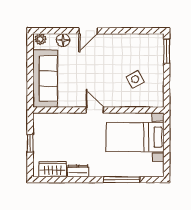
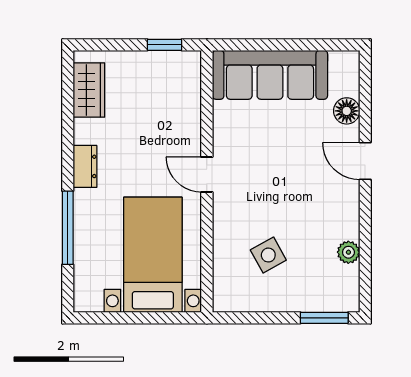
plant: (40, 39) -> (348, 252), moved
door: (95, 110) -> (207, 174), swing flipped
window: (30, 143) -> (164, 45), moved
dresser: (78, 171) -> (85, 166), moved

